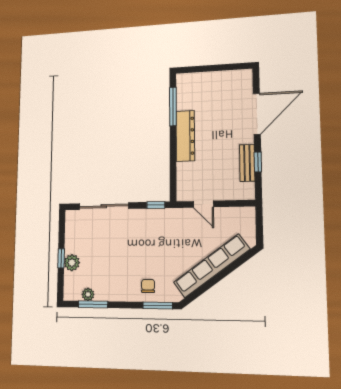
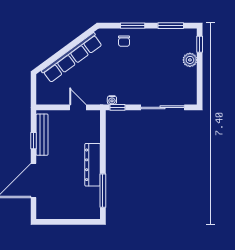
bench: (247, 163) -> (42, 135), width x1.36
water cooler: (162, 214) -> (112, 100), added
window: (61, 258) -> (200, 44), moved
plant: (88, 294) -> (175, 34), removed
window: (158, 305) -> (133, 26), moved

